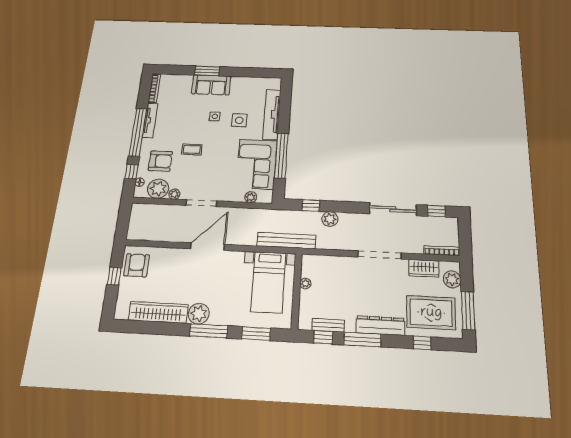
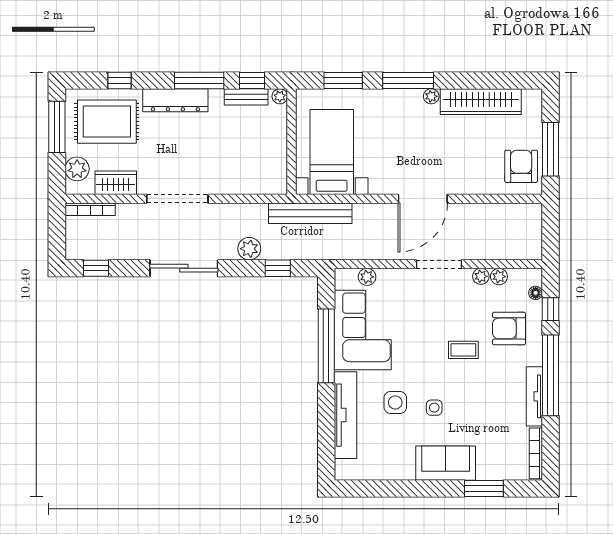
window: (207, 71) -> (484, 488), moved
plant: (158, 189) -> (499, 277), width x0.53, depth x0.53
sliding door: (393, 209) -> (184, 268), moved
armchair: (137, 265) -> (521, 166), turned 180
window: (114, 276) -> (551, 149), width x2.17
plant: (305, 284) -> (280, 96), moved
plant: (199, 314) -> (431, 96), width x0.53, depth x0.53

